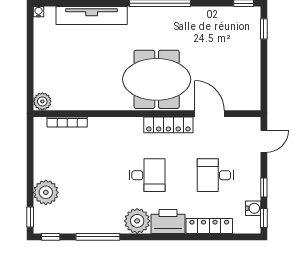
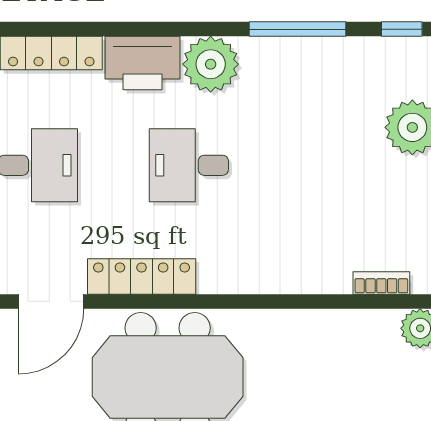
door: (209, 114) -> (51, 301), hinge flipped
bookcase: (67, 122) -> (381, 283), width x0.64

